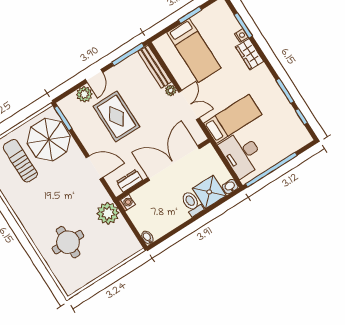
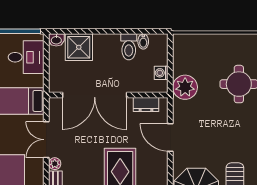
desk: (242, 154) -> (26, 57), width x0.73
washing machine: (127, 203) -> (161, 73), moved
toilet: (192, 203) -> (129, 47), moved
bidet: (147, 238) -> (143, 41), moved

